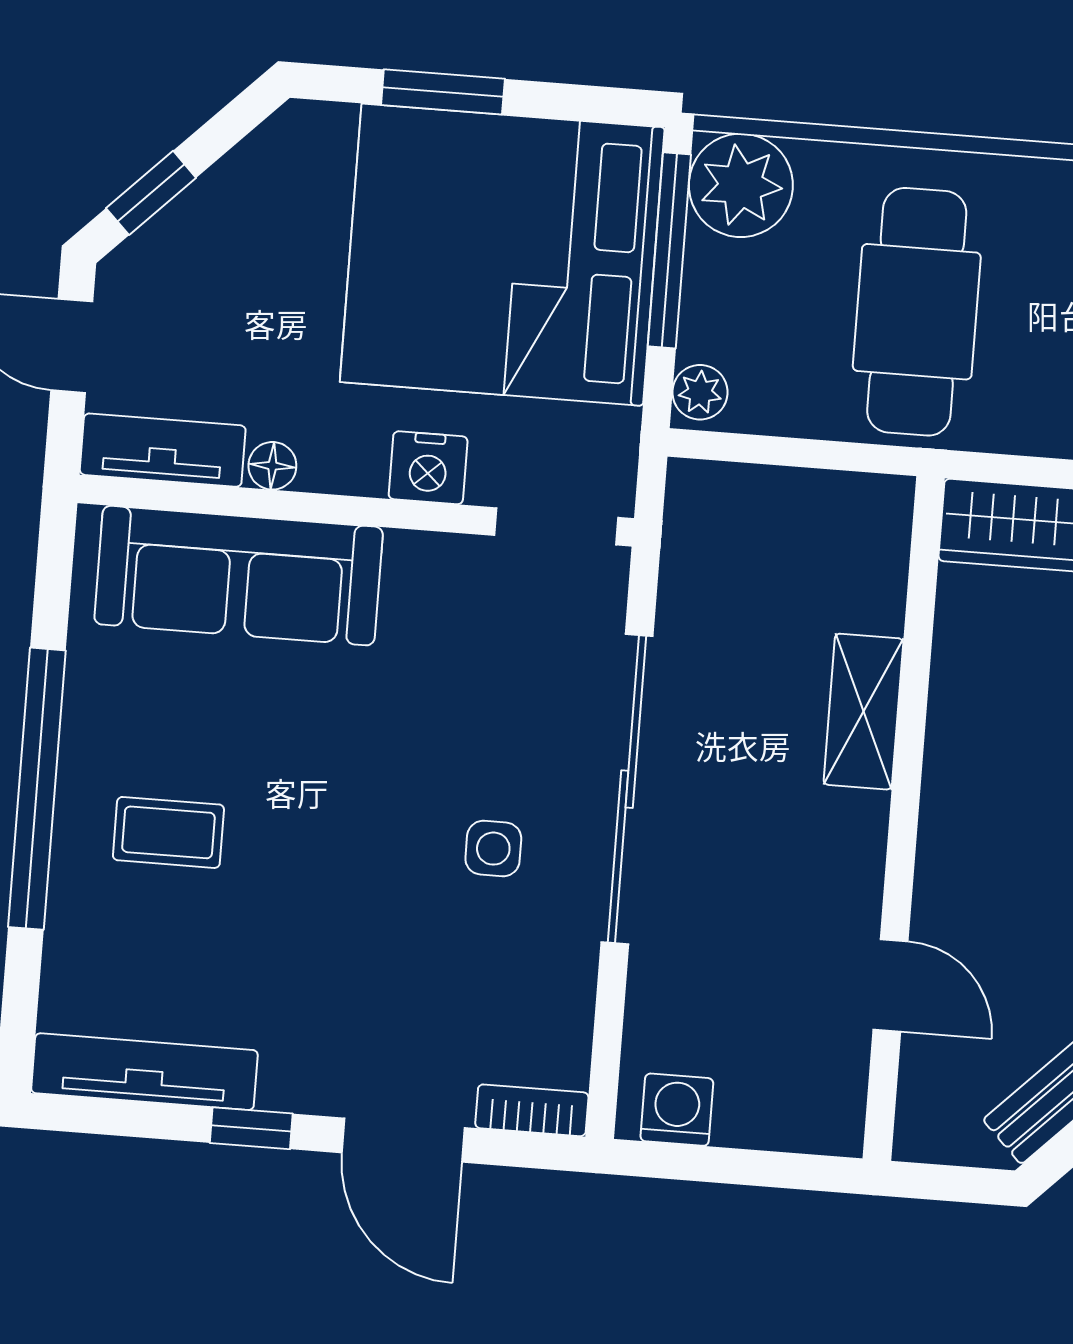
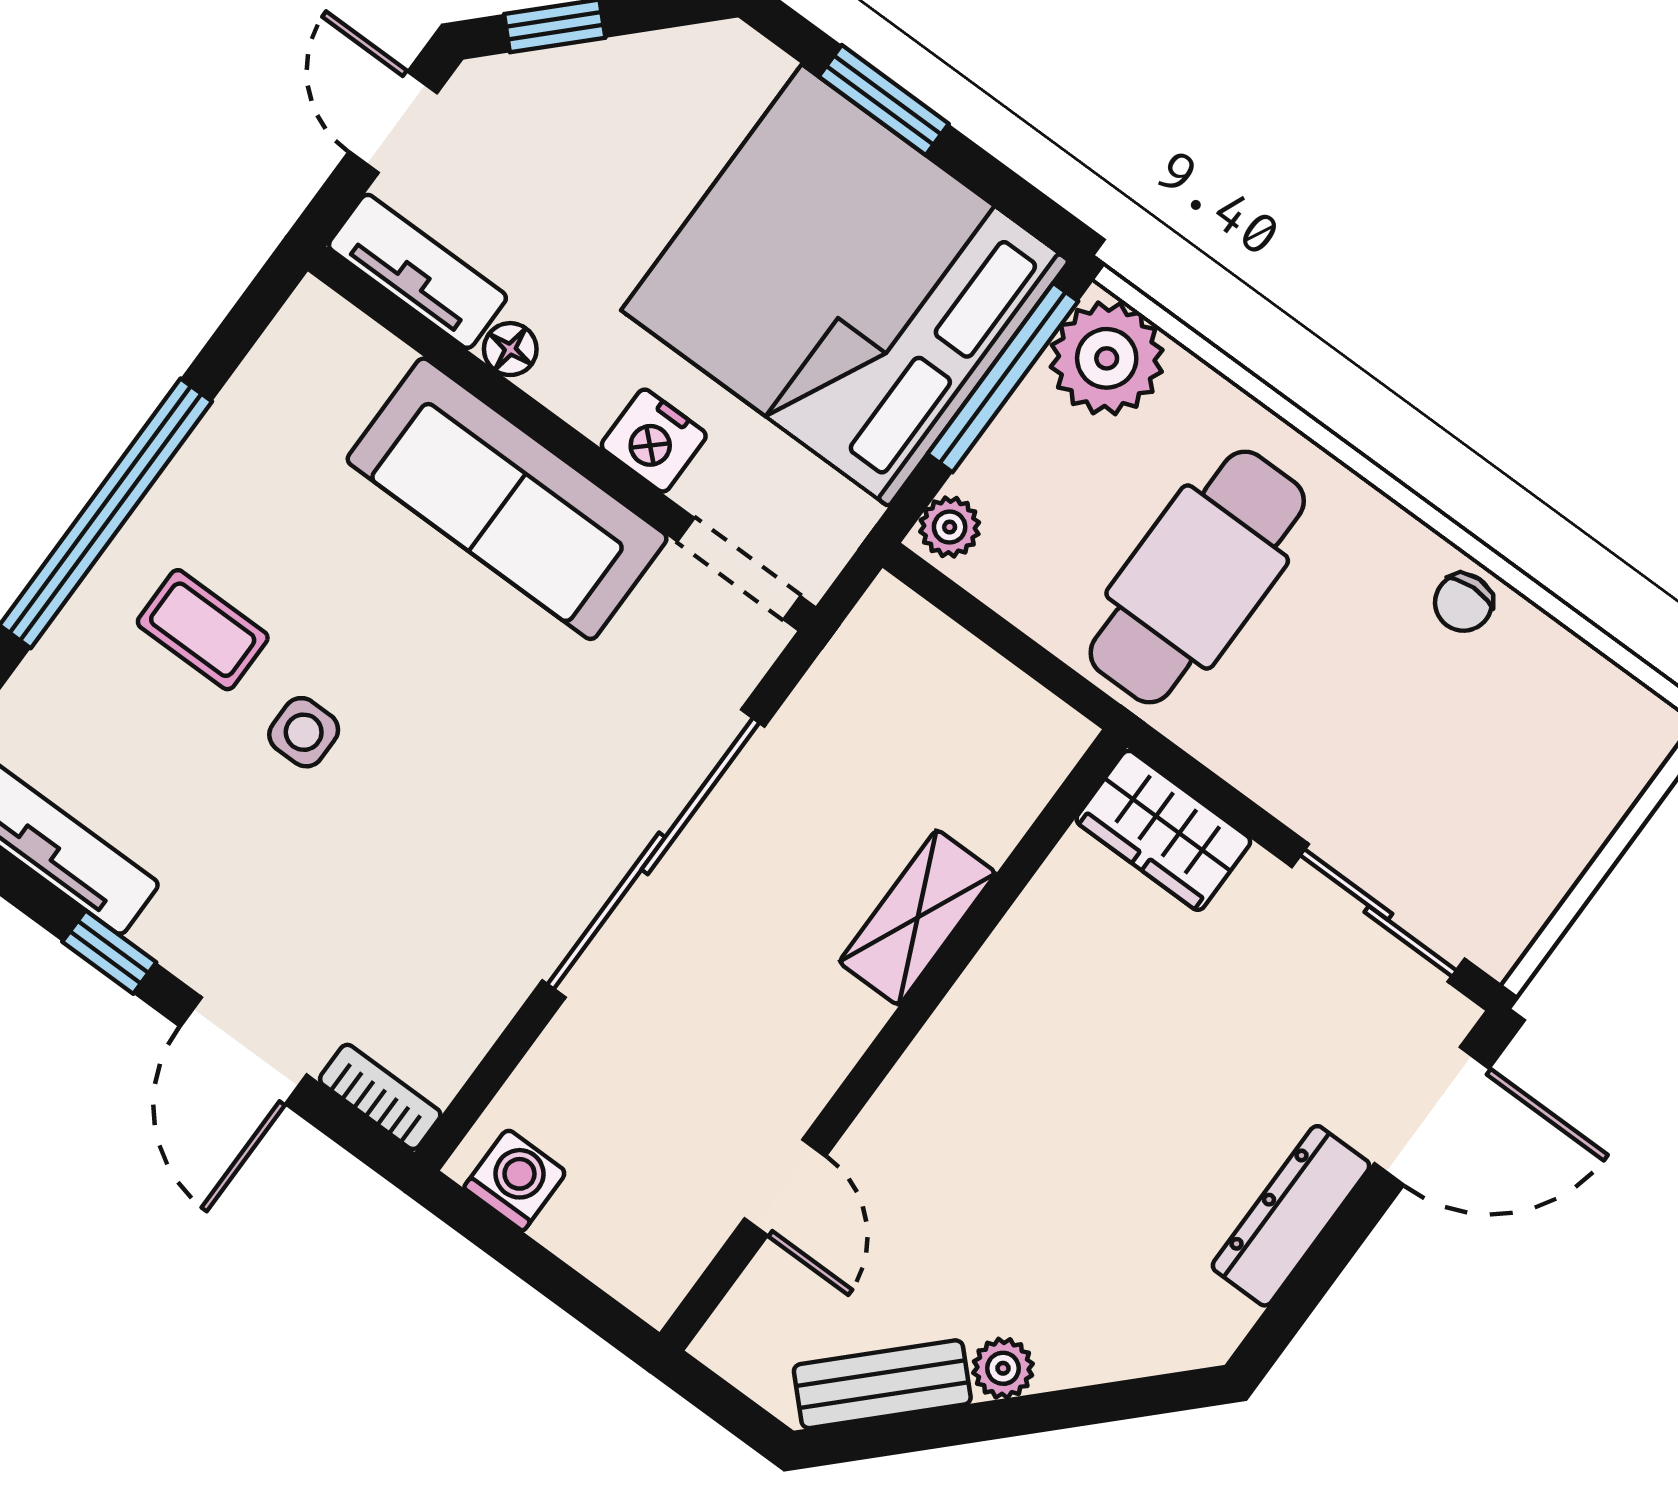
sofa: (239, 576) -> (507, 499), moved
side table: (493, 849) -> (304, 732), moved

